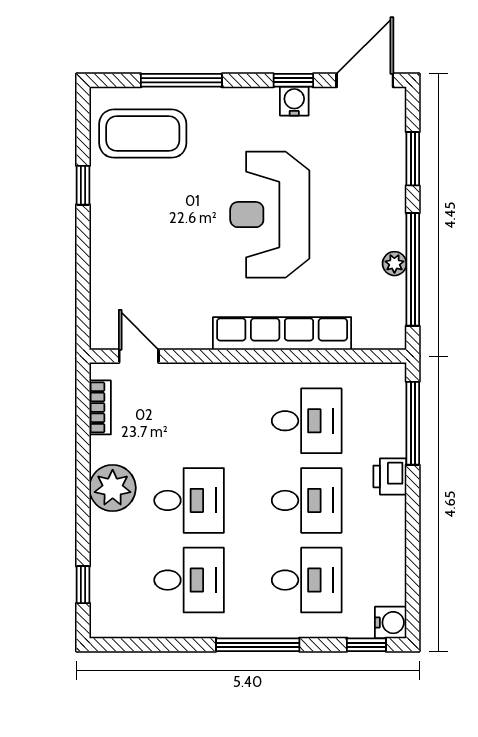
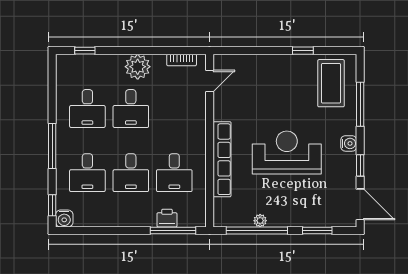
water cooler: (294, 101) -> (349, 143), moved
printer: (390, 476) -> (167, 218), moved

